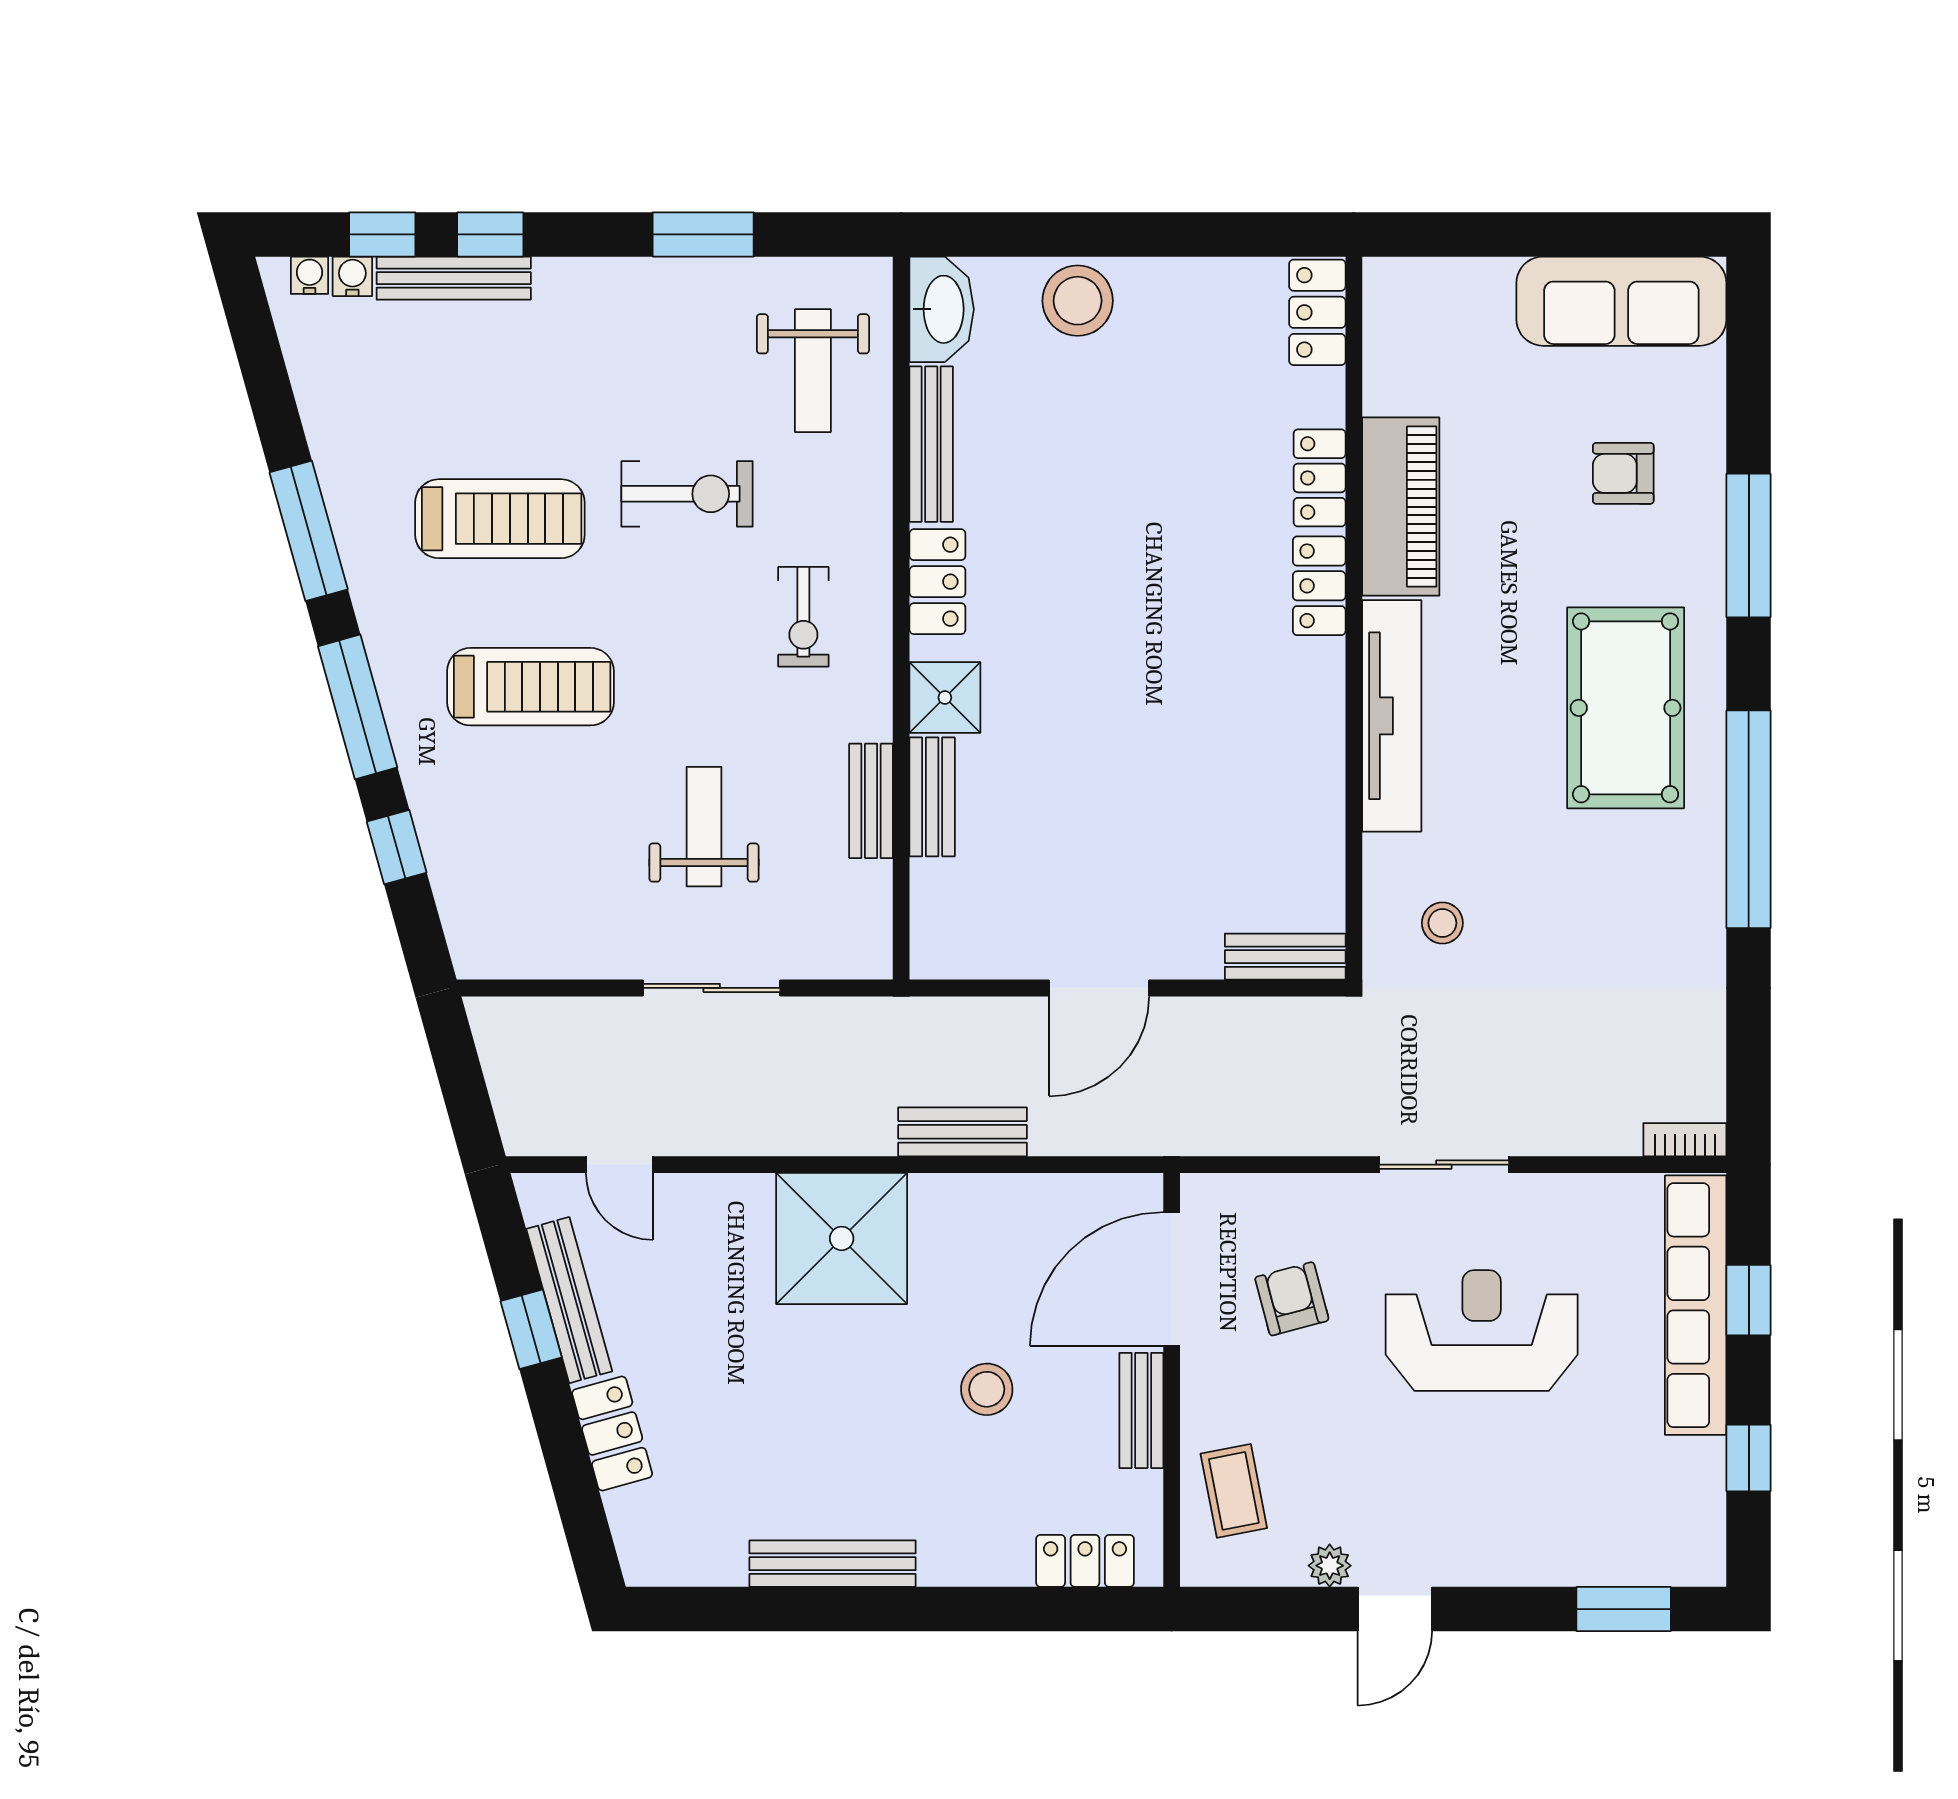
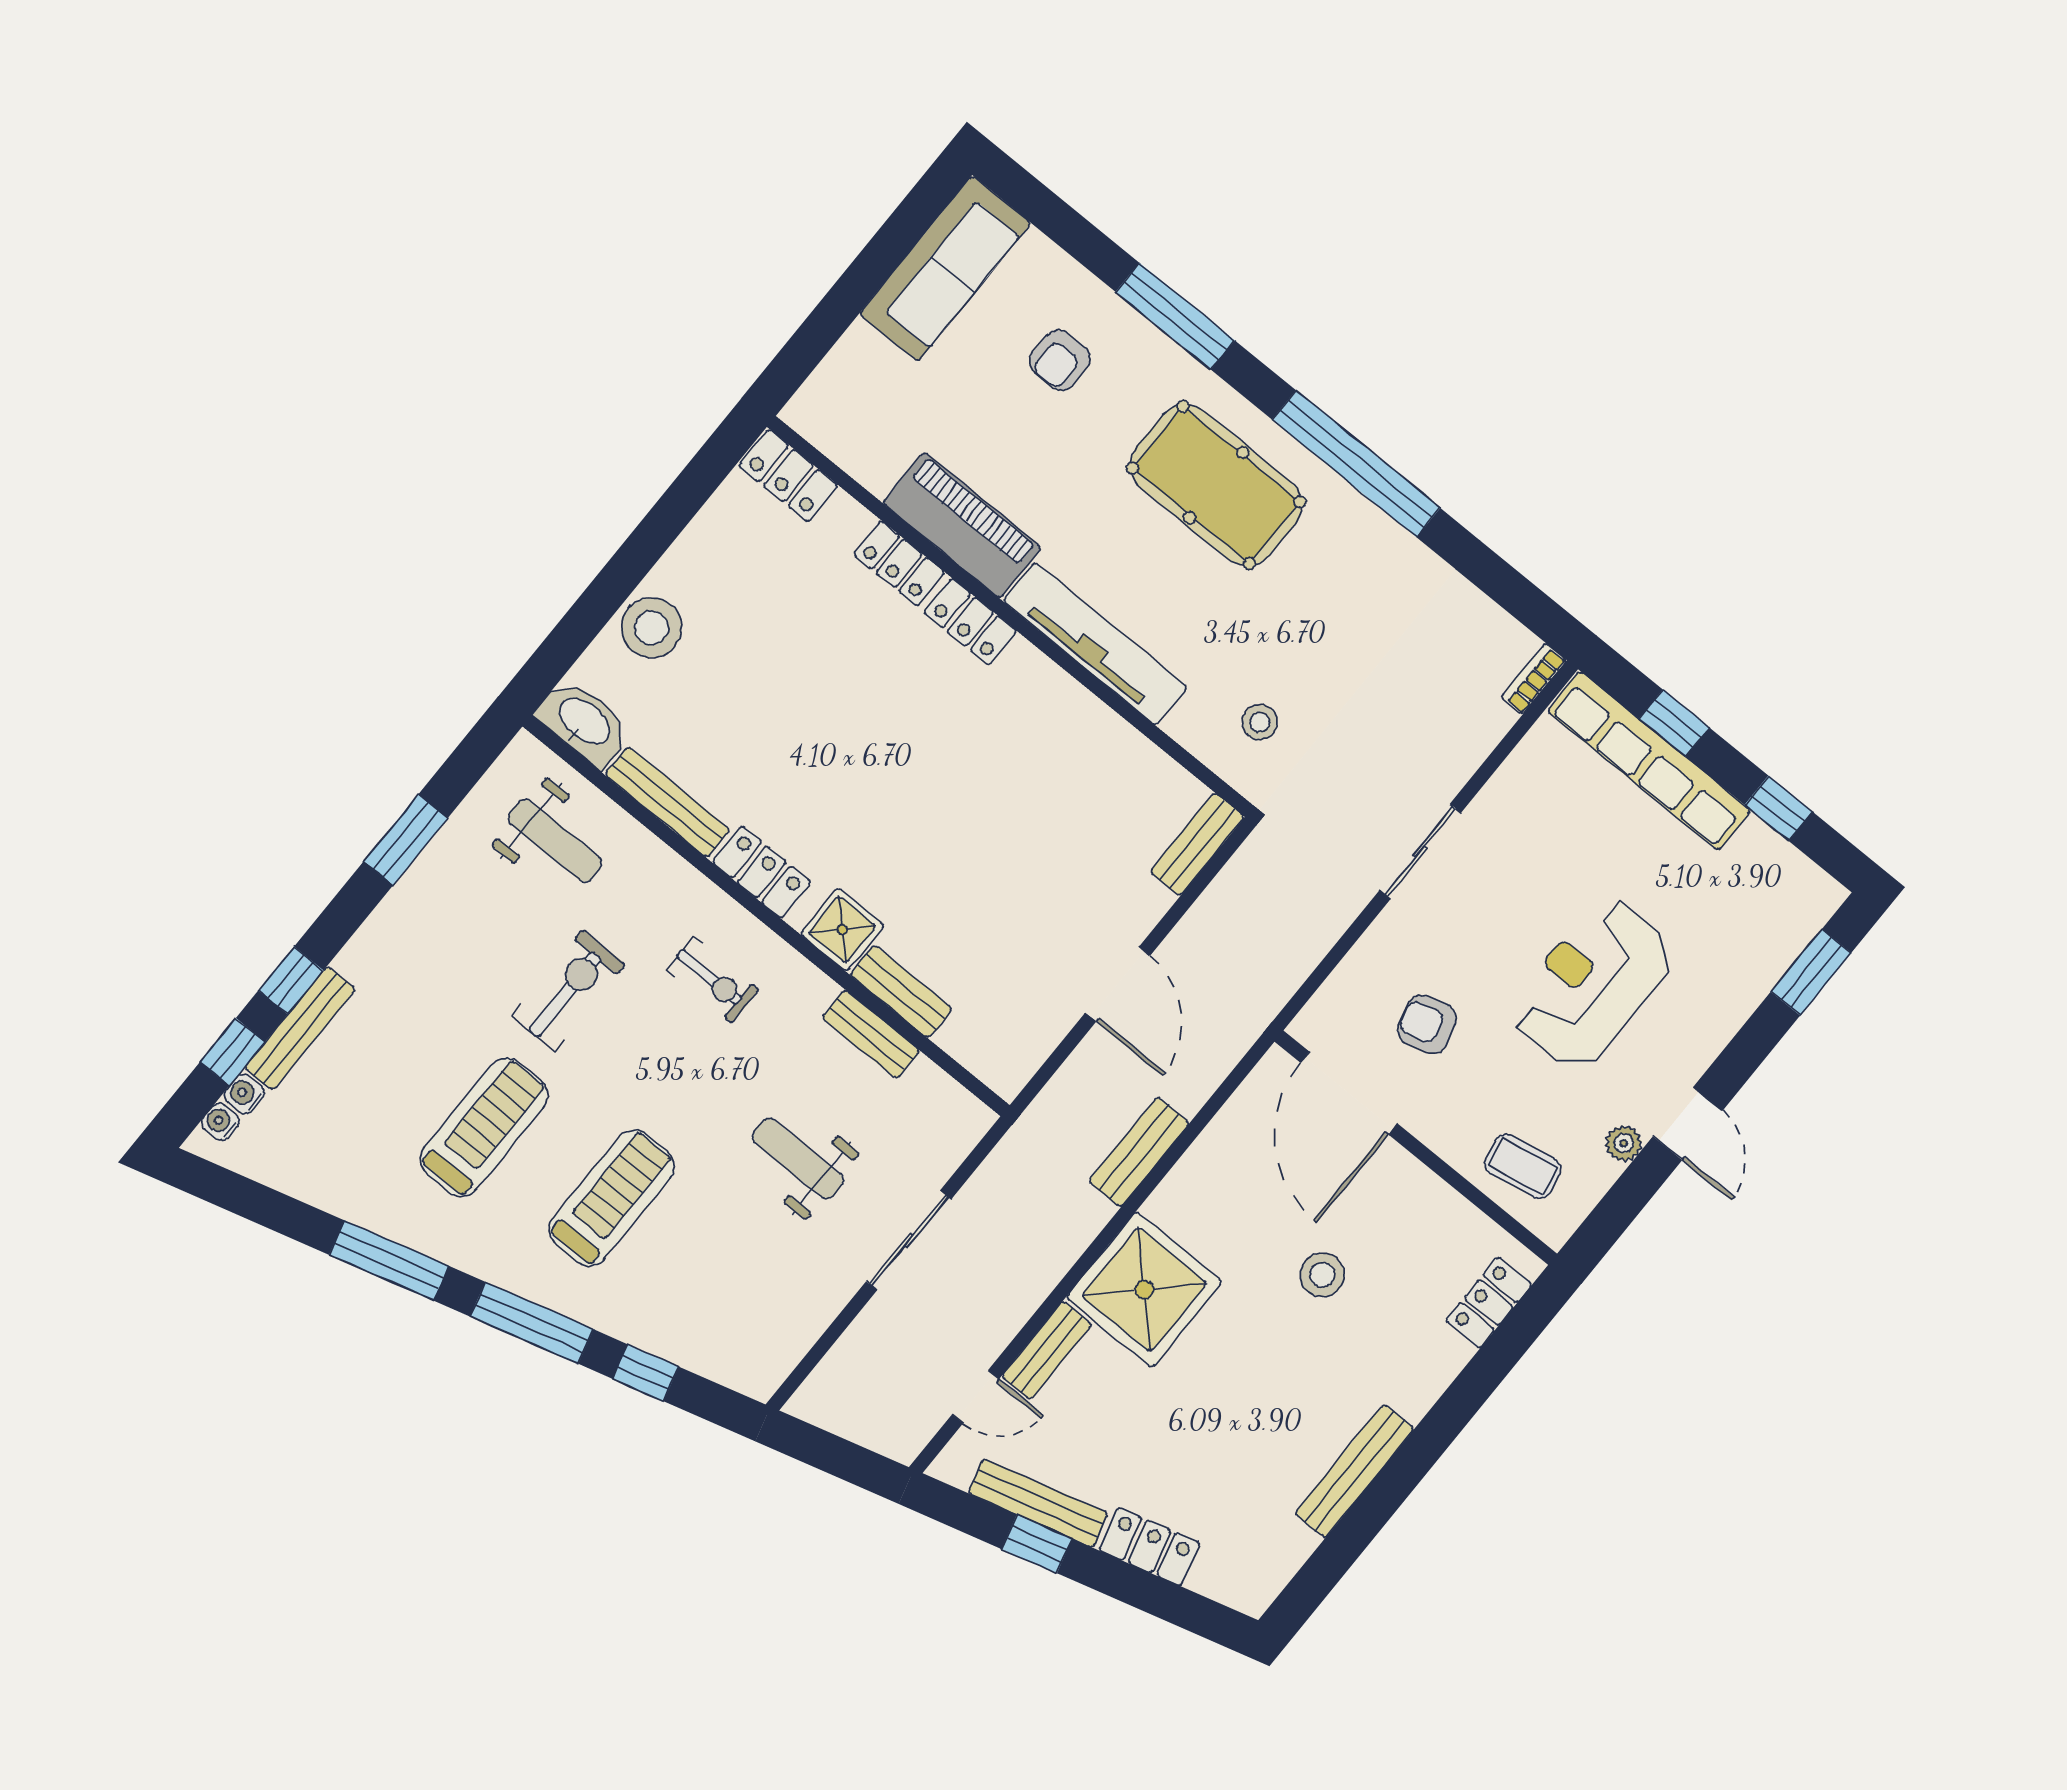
reception desk: (1482, 1331) -> (1592, 984), moved
bench: (1141, 1410) -> (1047, 1350), moved, turned 90

